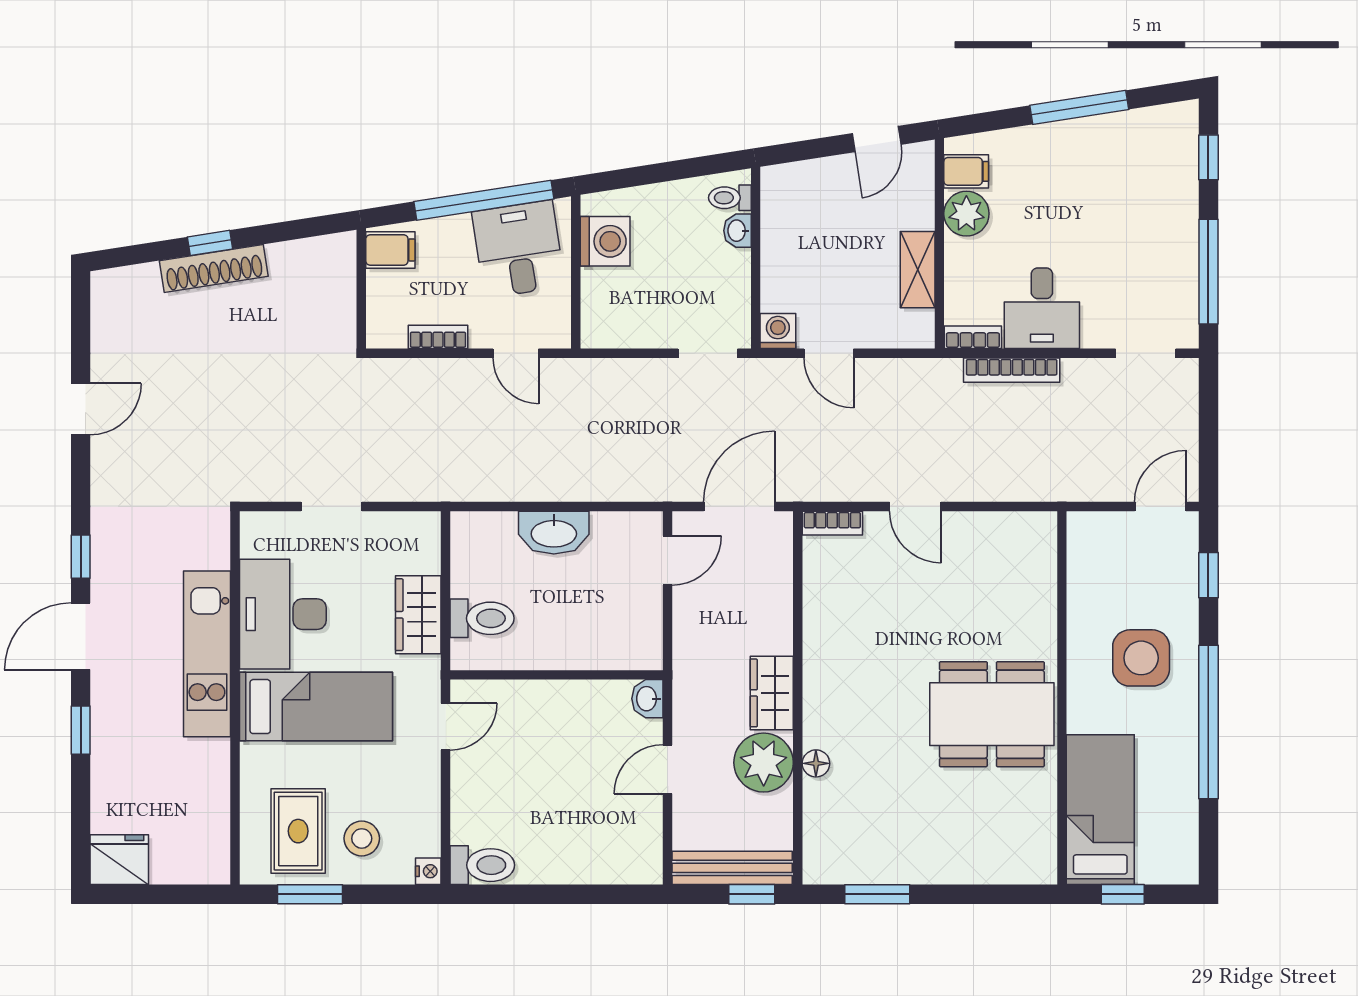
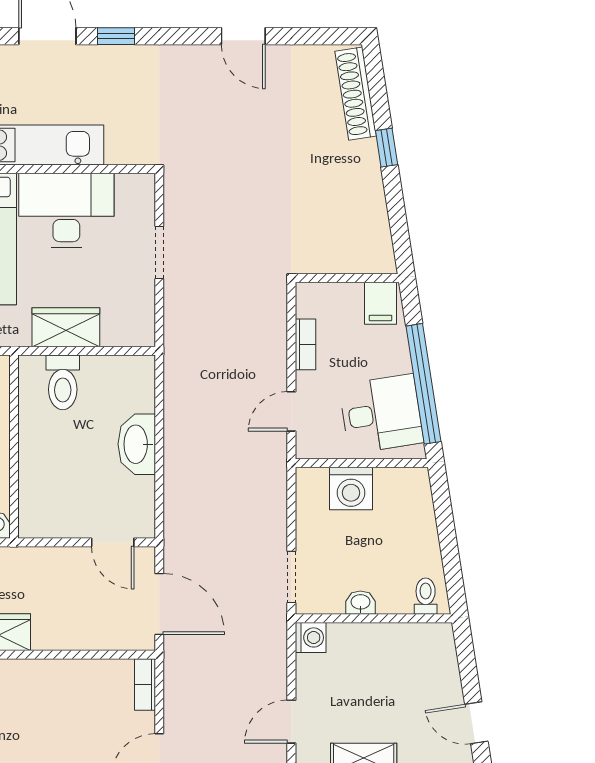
washbasin: (737, 231) -> (360, 603), moved
washing machine: (605, 241) -> (351, 488), moved
shoe rack: (214, 268) -> (356, 94), moved
door: (829, 353) -> (291, 722), moved

